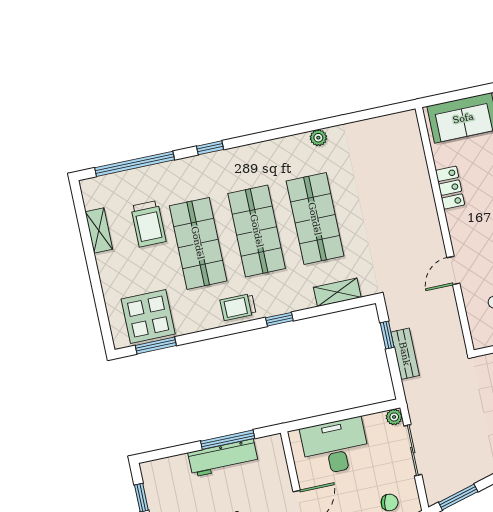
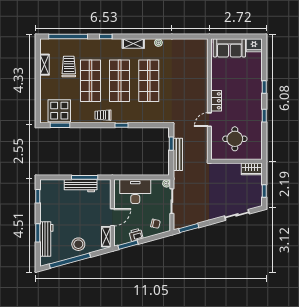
locker: (450, 188) -> (216, 101), moved
trolley: (148, 224) -> (69, 66), turned 180
shelving: (337, 292) -> (133, 43), moved
bench: (405, 354) -> (178, 154), width x1.36

